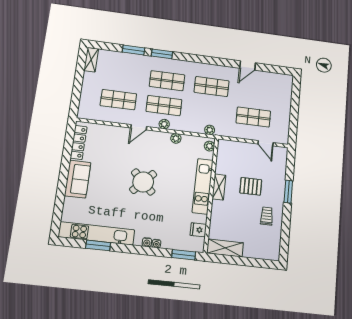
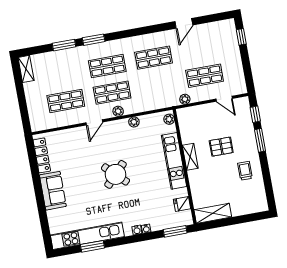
window: (296, 93) -> (241, 37), added
plant: (210, 130) -> (185, 99), moved
window: (290, 166) -> (255, 114), added

